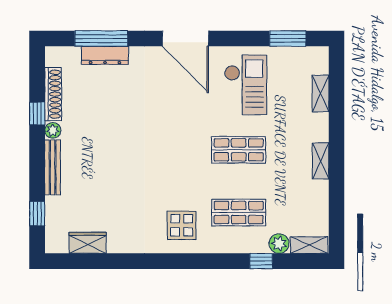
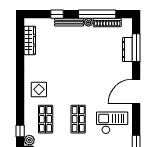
checkout: (246, 85) -> (112, 123), turned 180
window: (37, 114) -> (97, 14), width x3.17
window: (37, 214) -> (57, 14), moved
wardrobe: (88, 243) -> (30, 40), width x1.50

